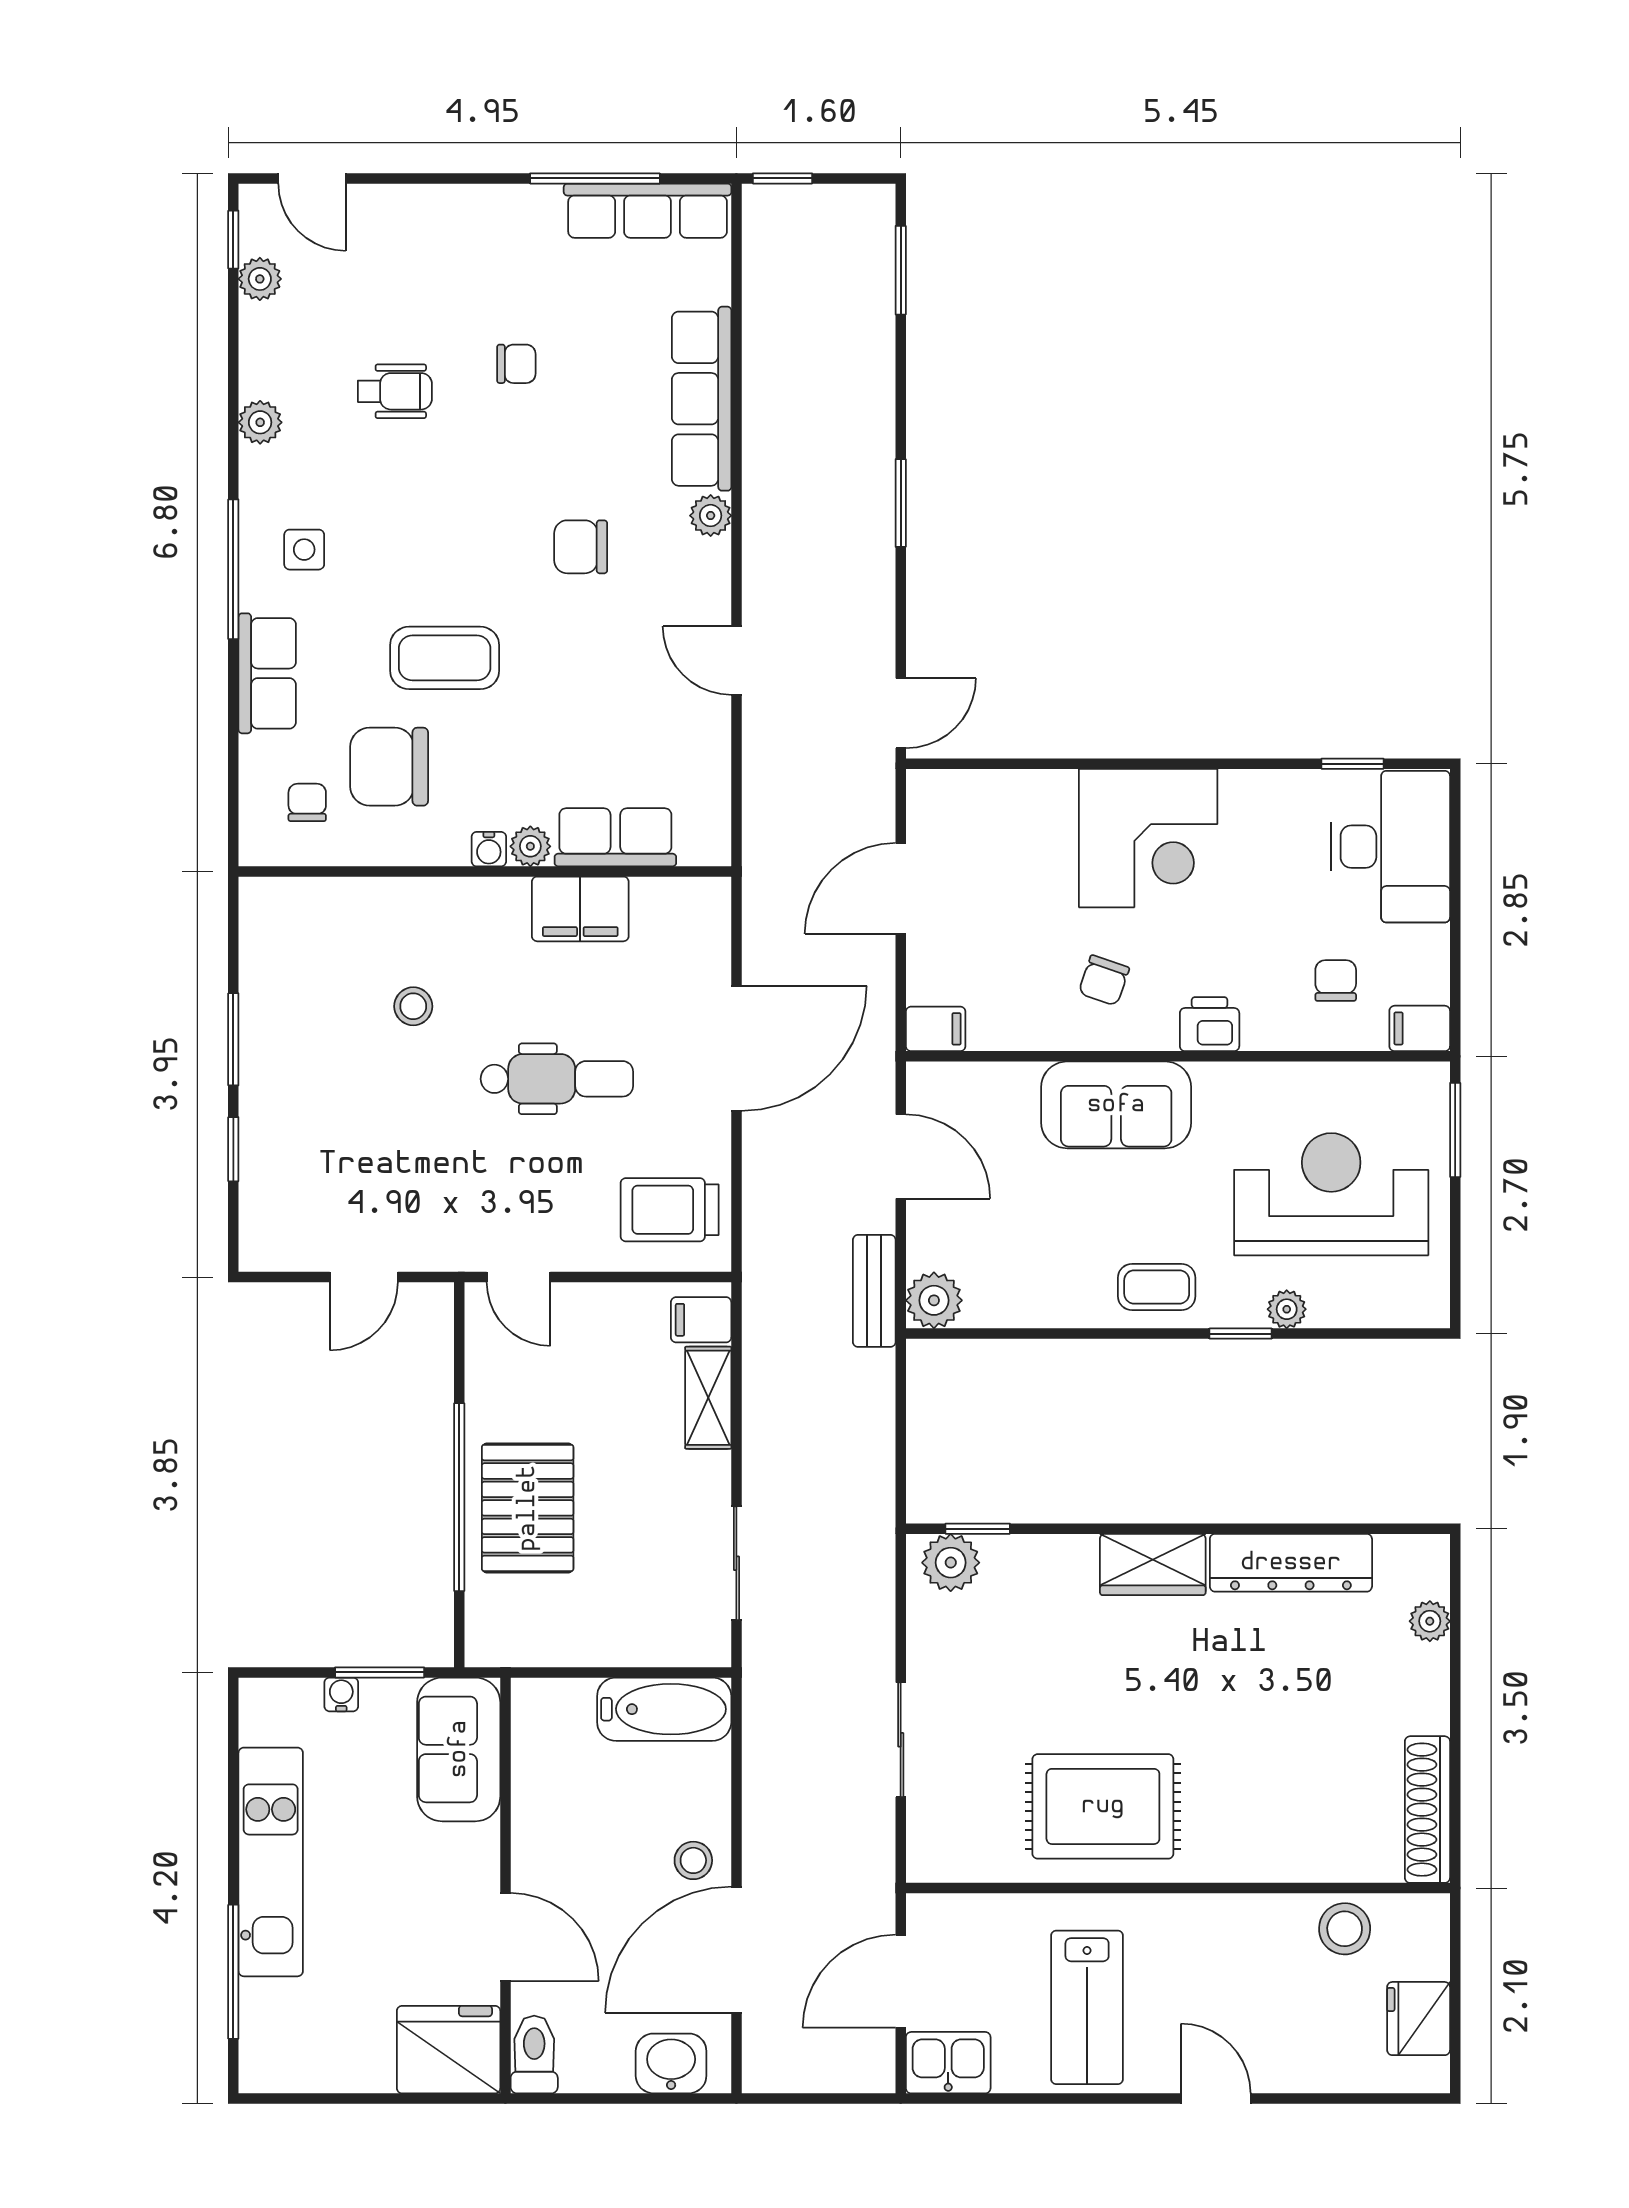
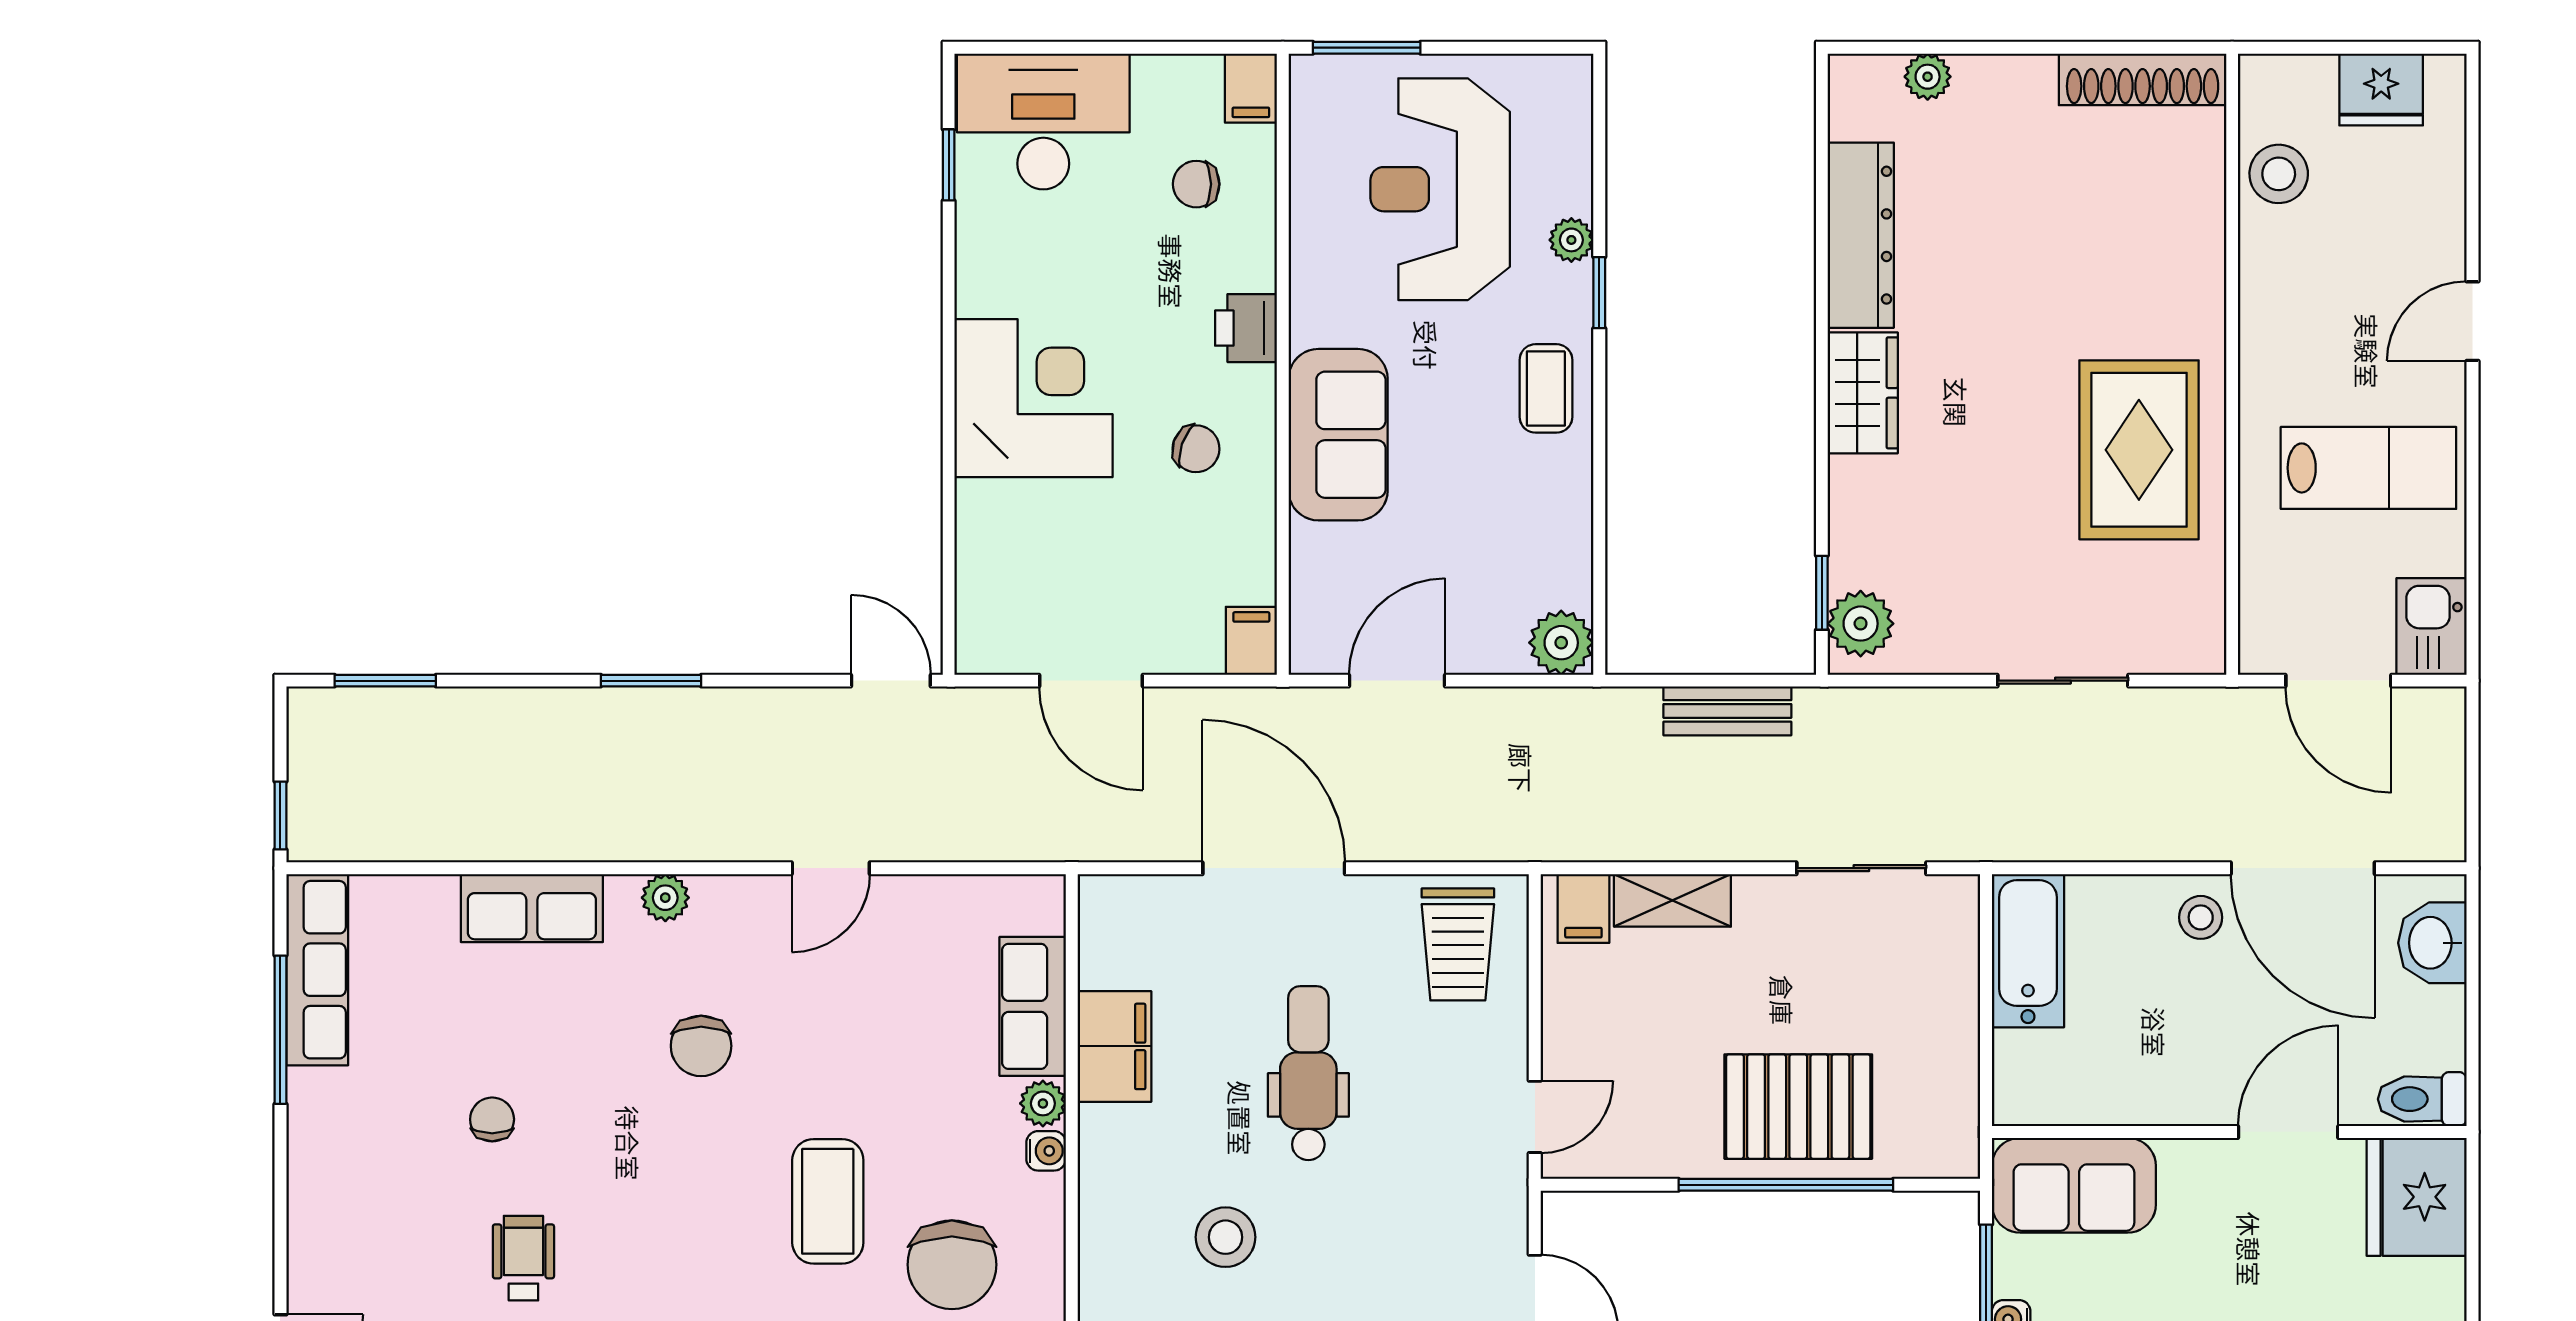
row of seats: (702, 399) -> (532, 908), width x0.68
stool: (413, 1006) -> (1226, 1237), width x1.37, depth x1.37
bench: (874, 1291) -> (1727, 711), moved

